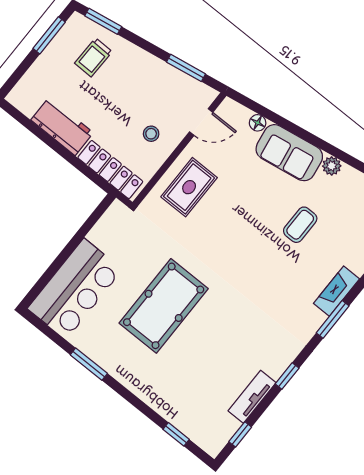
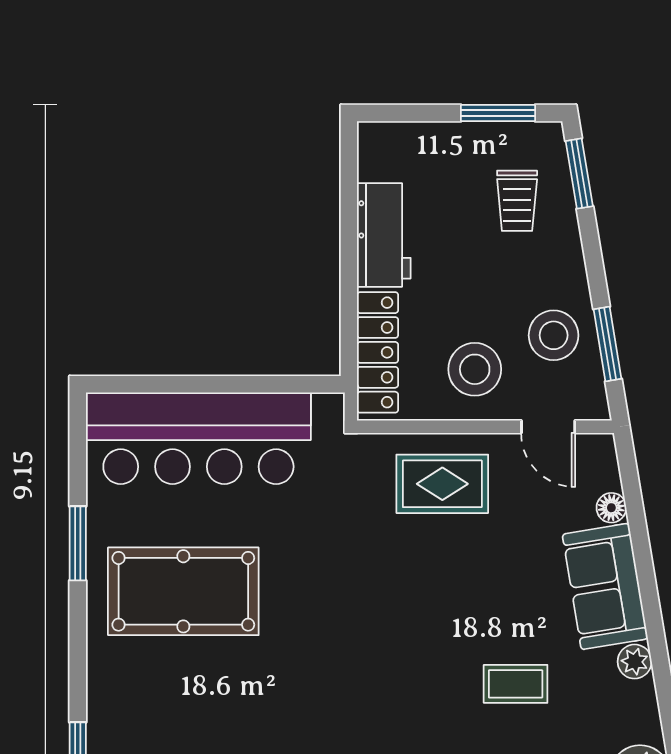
trolley: (93, 57) -> (517, 201), turned -91
stool: (164, 88) -> (554, 335), added
stool: (151, 134) -> (475, 369), width x1.89, depth x1.89
bar counter: (75, 289) -> (198, 438), width x1.36
pool table: (164, 306) -> (183, 591), moved

